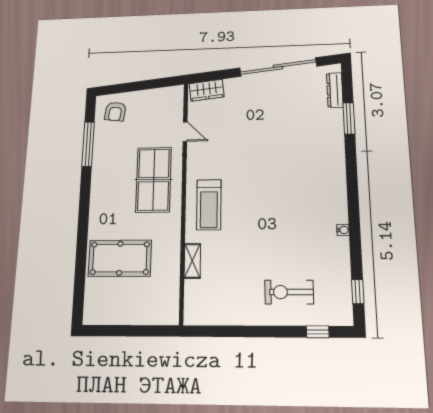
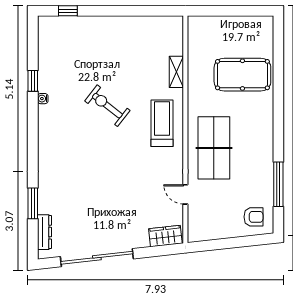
armchair: (115, 111) -> (253, 217), turned 83
window: (358, 291) -> (33, 81), moved
exercise bike: (289, 292) -> (107, 106), moved, turned -142

